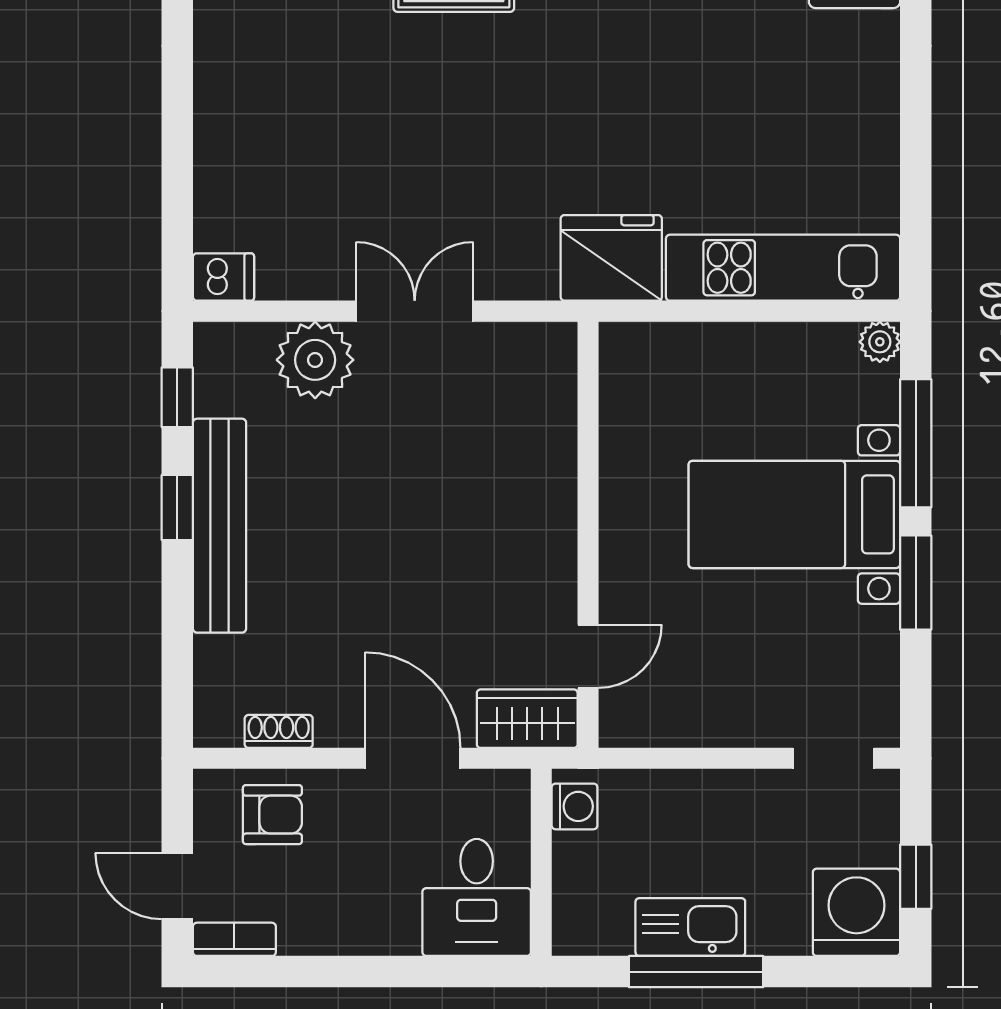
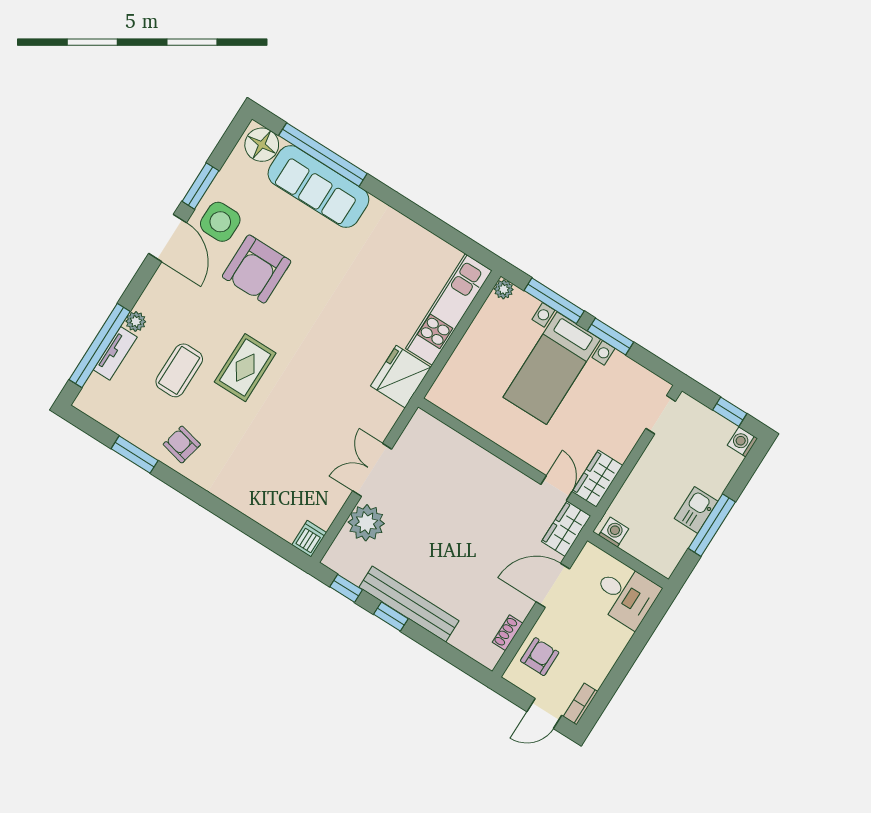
wardrobe: (650, 718) -> (597, 479), added
washing machine: (856, 912) -> (743, 442), width x0.53, depth x0.53
kitchen sink: (690, 927) -> (696, 510), width x0.73

